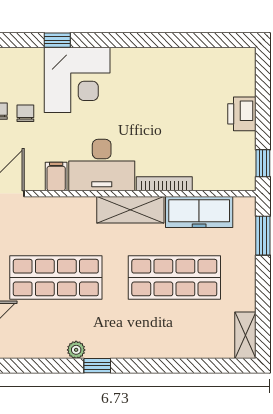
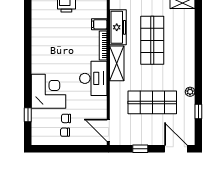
window: (57, 40) -> (28, 115), moved
filing cabinet: (56, 176) -> (99, 24), moved
shop shelf: (56, 278) -> (152, 102), turned 90
window: (97, 366) -> (198, 112), moved

